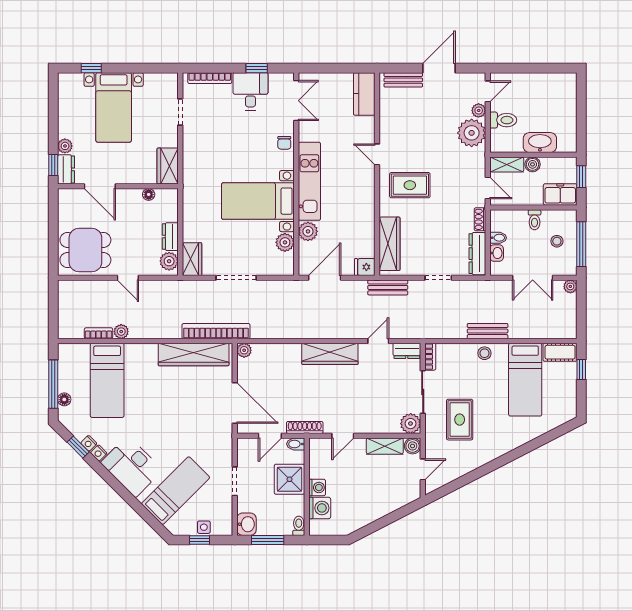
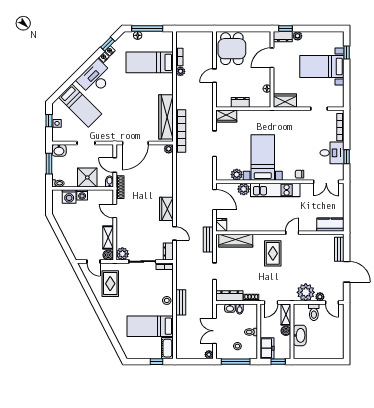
plant: (169, 261) -> (225, 101), removed
wardrobe: (330, 354) -> (166, 209), width x0.67
rug: (460, 420) -> (110, 284), moved, turned 90

